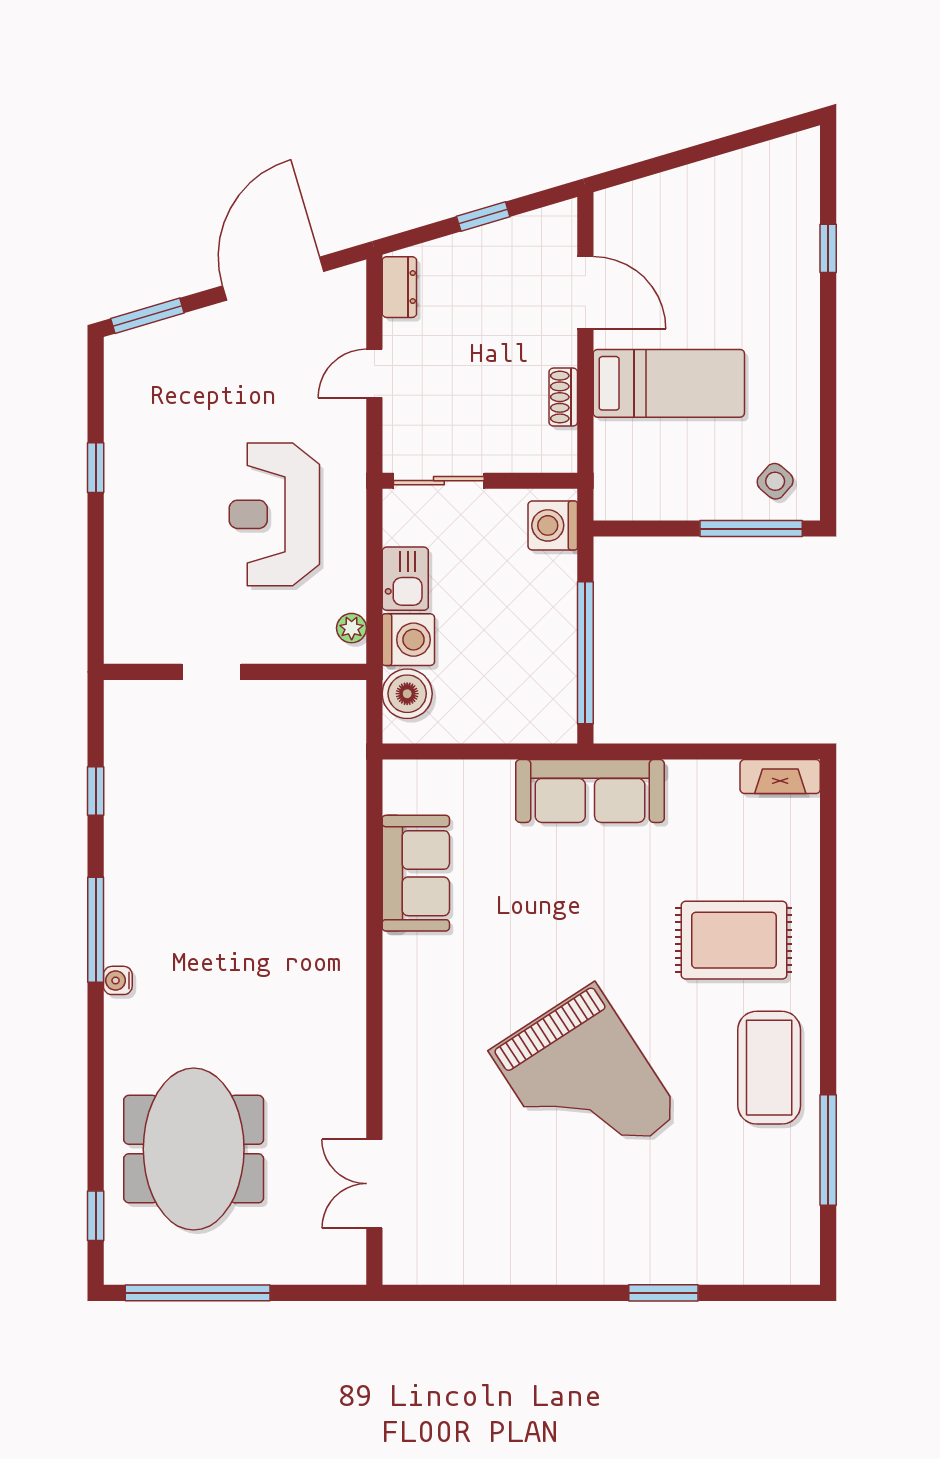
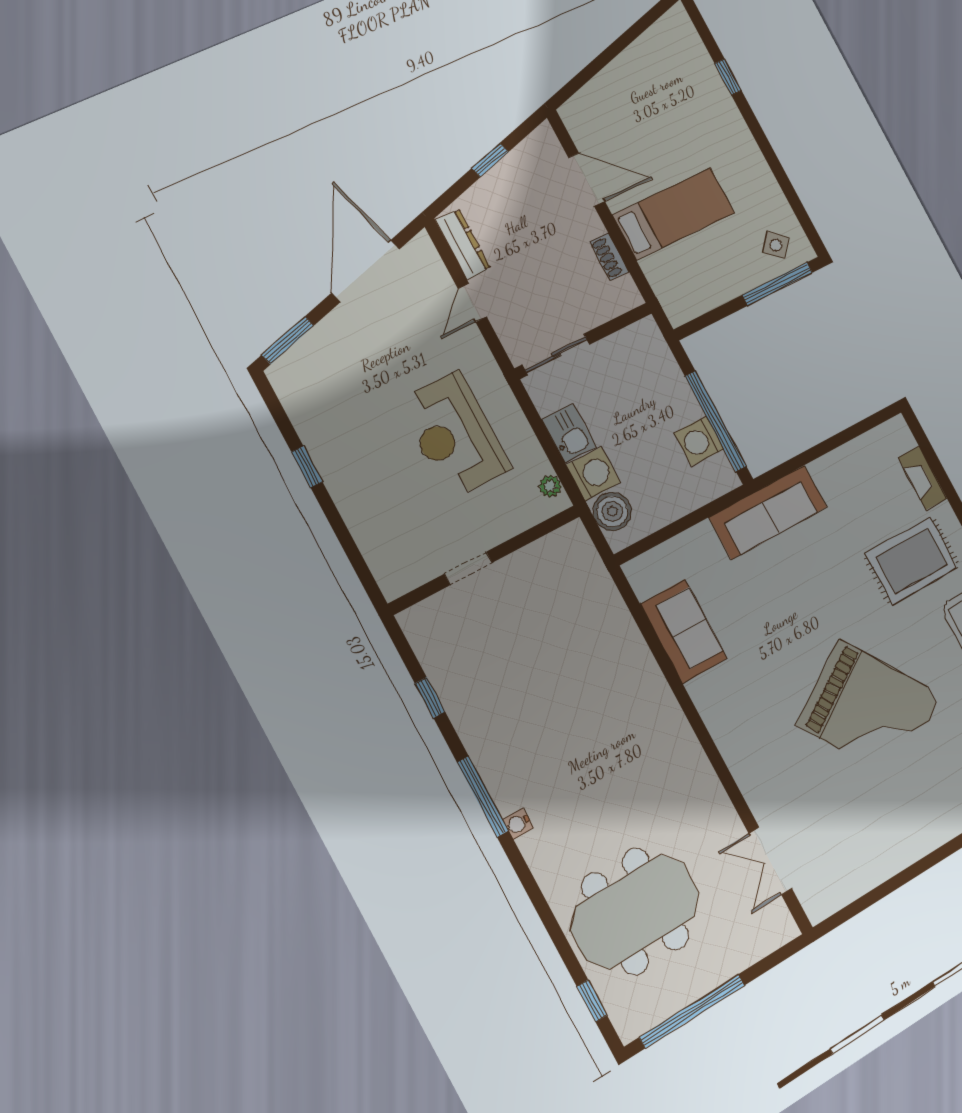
dresser: (399, 287) -> (463, 244), width x1.44
washing machine: (553, 525) -> (699, 441), moved
fireplace: (780, 777) -> (923, 478), moved, turned 90
meeting table: (194, 1149) -> (635, 911), turned 90

